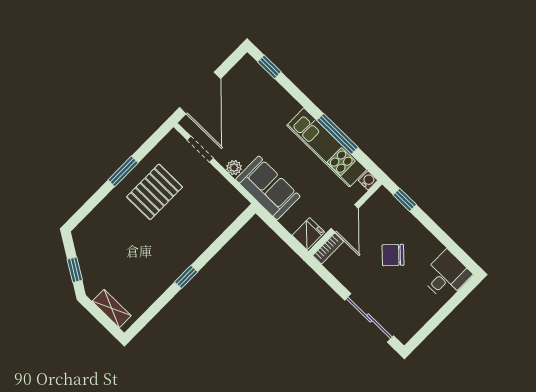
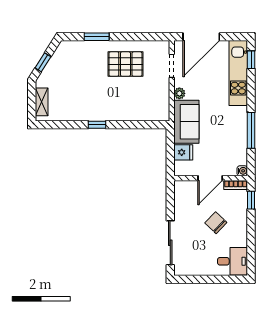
kitchen unit: (327, 147) -> (238, 73), moved
window: (123, 171) -> (97, 37), moved
fridge: (308, 234) -> (183, 152), moved
bookcase: (328, 249) -> (236, 185), moved

